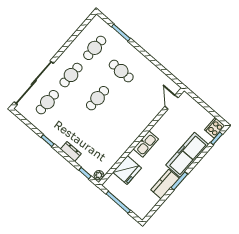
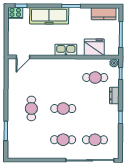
cafe table: (95, 48) -> (95, 78), moved
kitchen counter: (165, 184) -> (104, 14), moved

